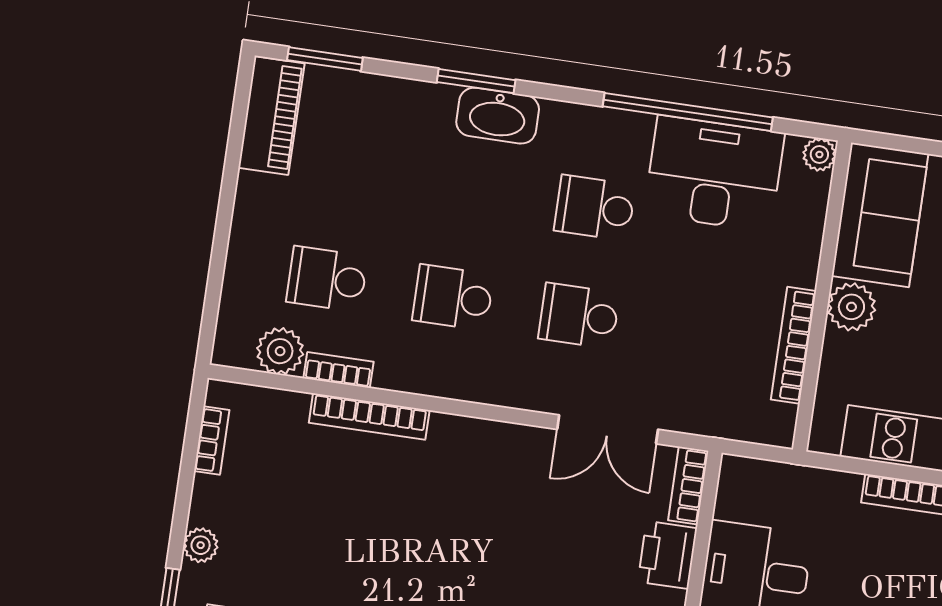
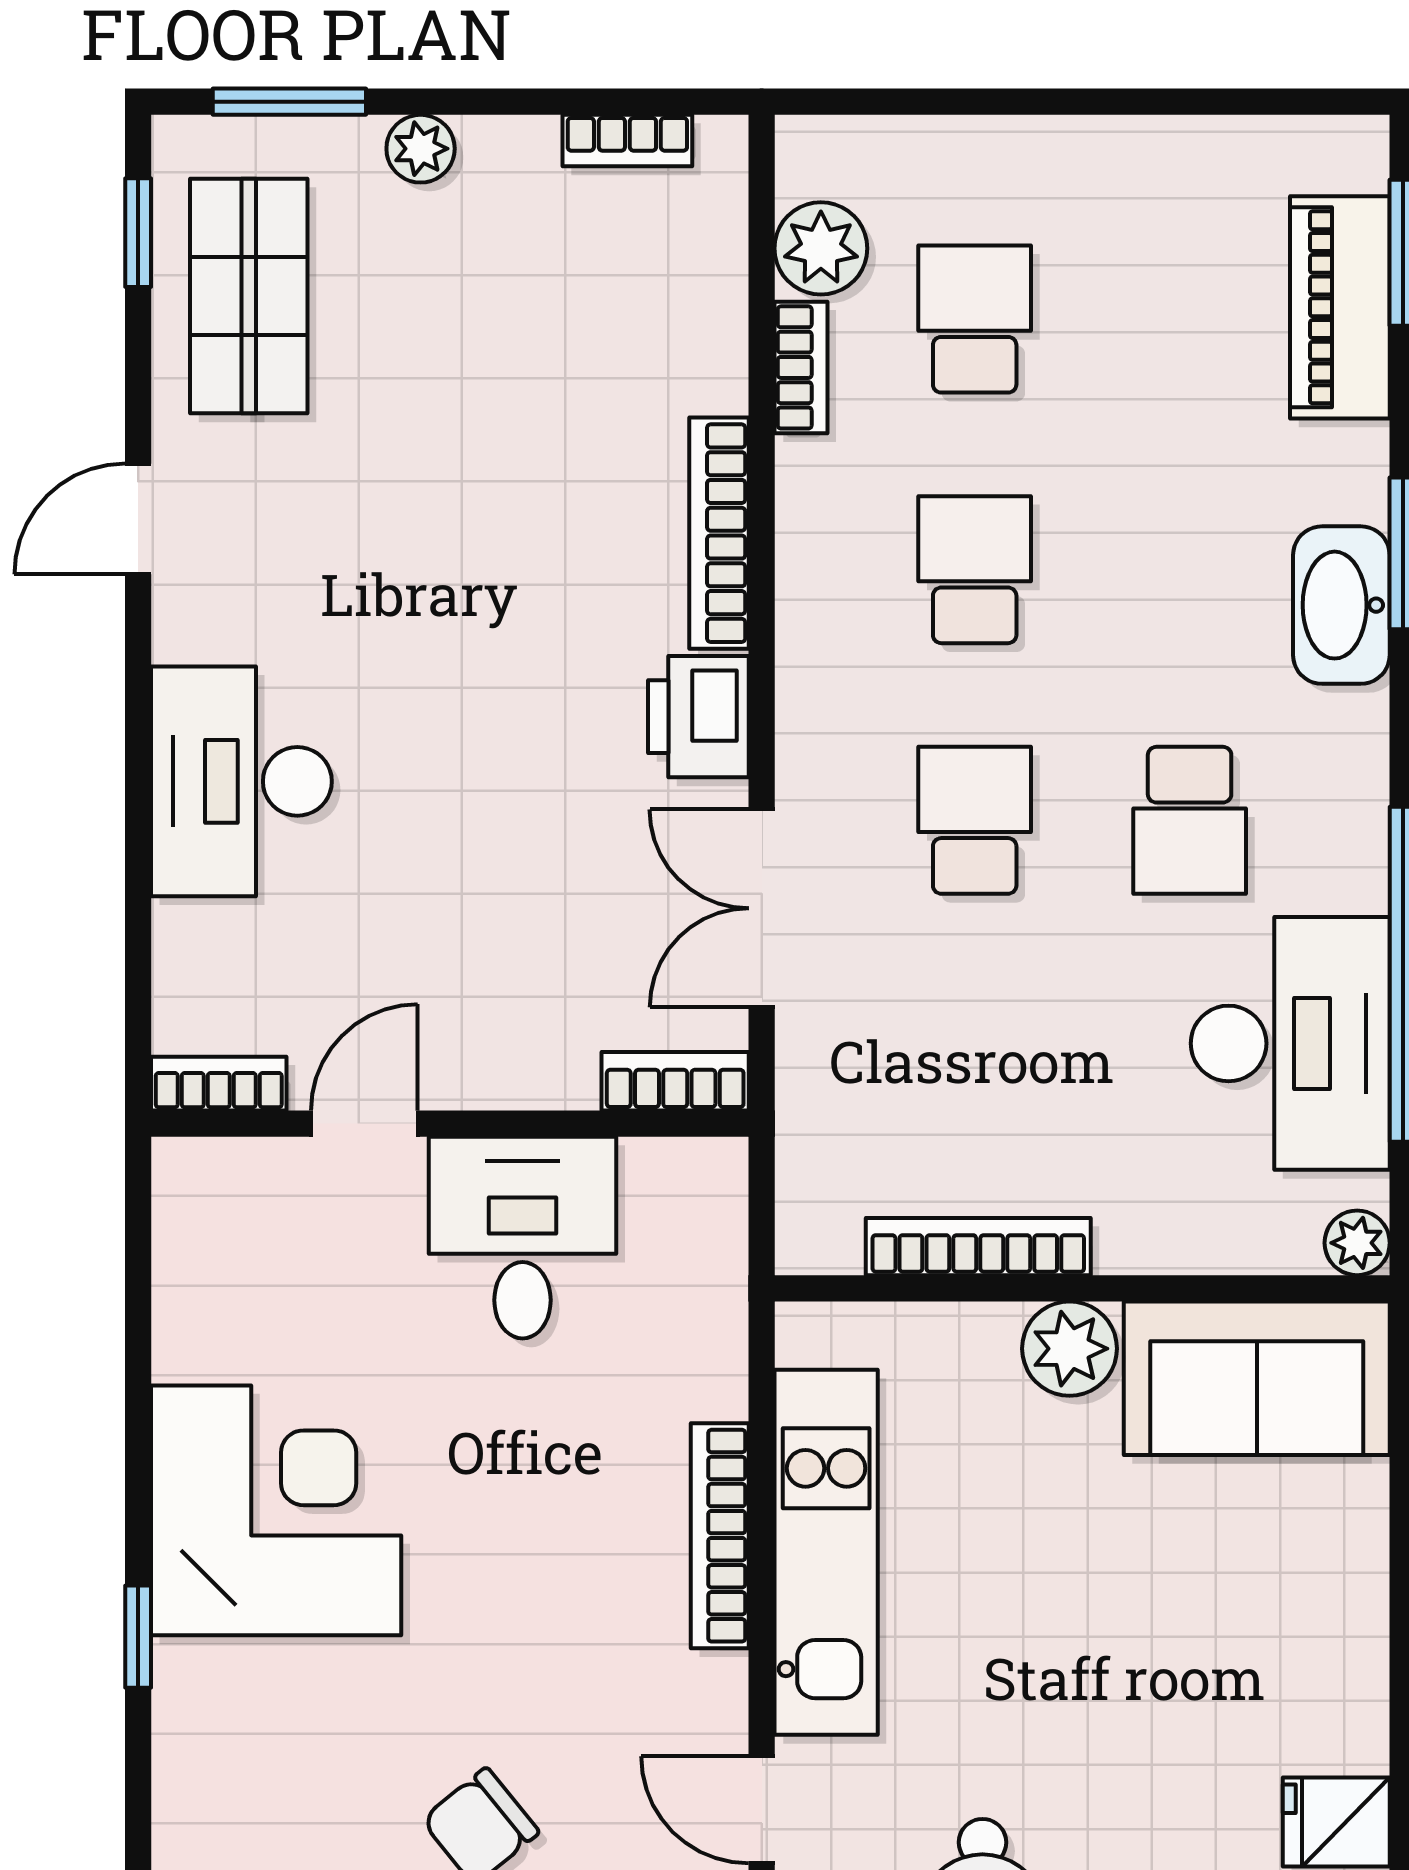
piano: (271, 116) -> (1340, 307), moved, turned 90
school desk: (595, 208) -> (1190, 820), turned 180
bookcase: (369, 416) -> (719, 533), moved
printer: (667, 555) -> (698, 717), moved, turned -90

